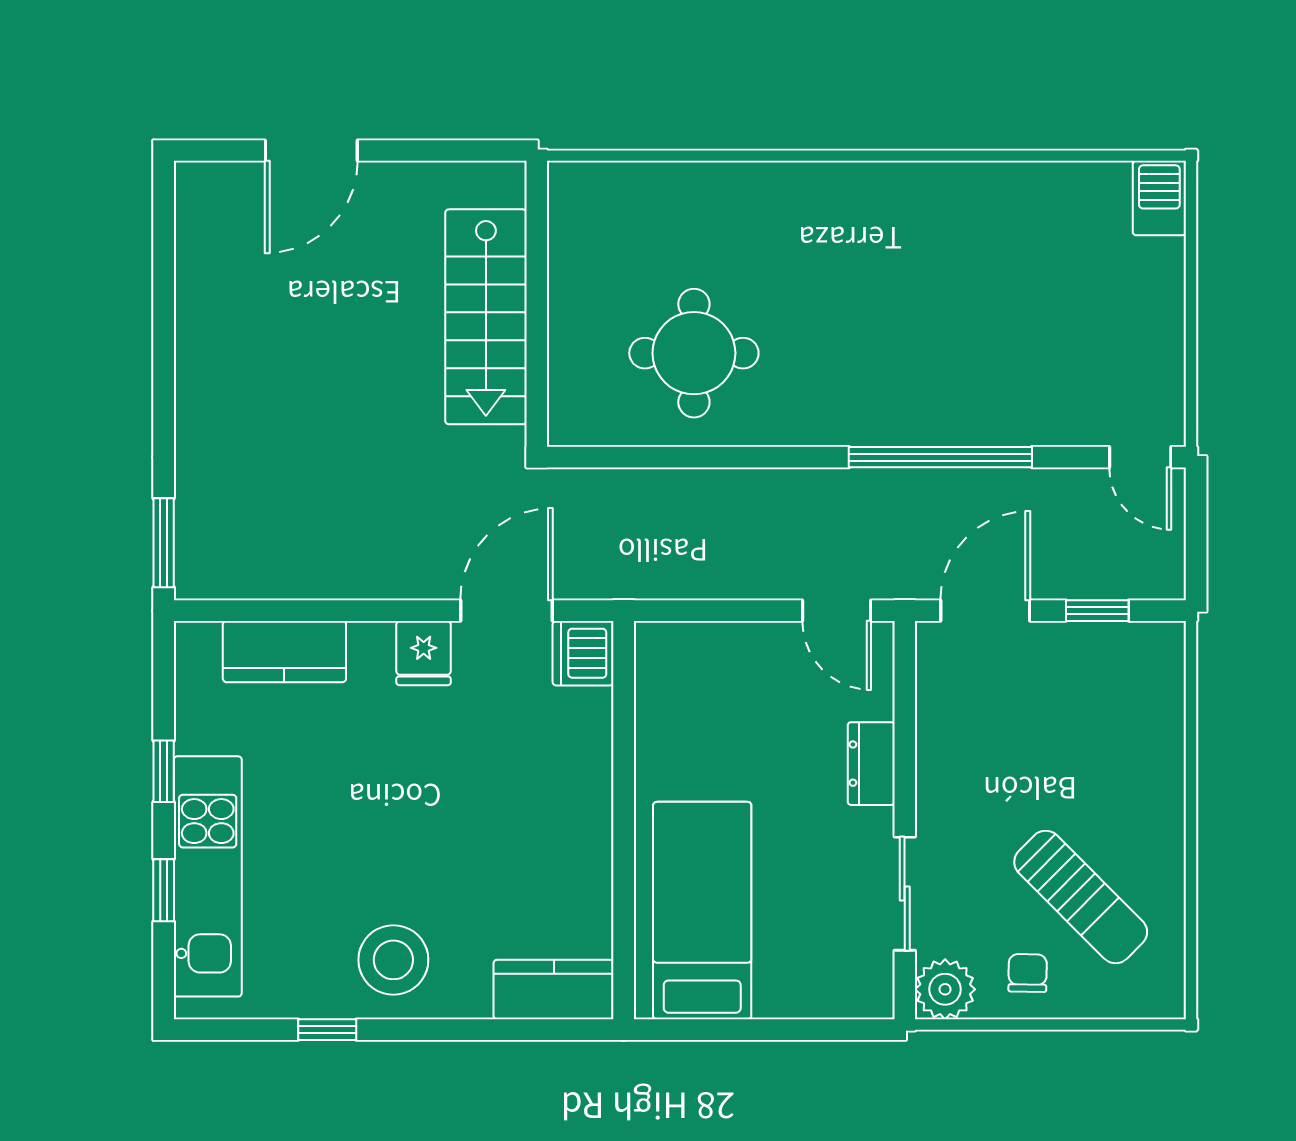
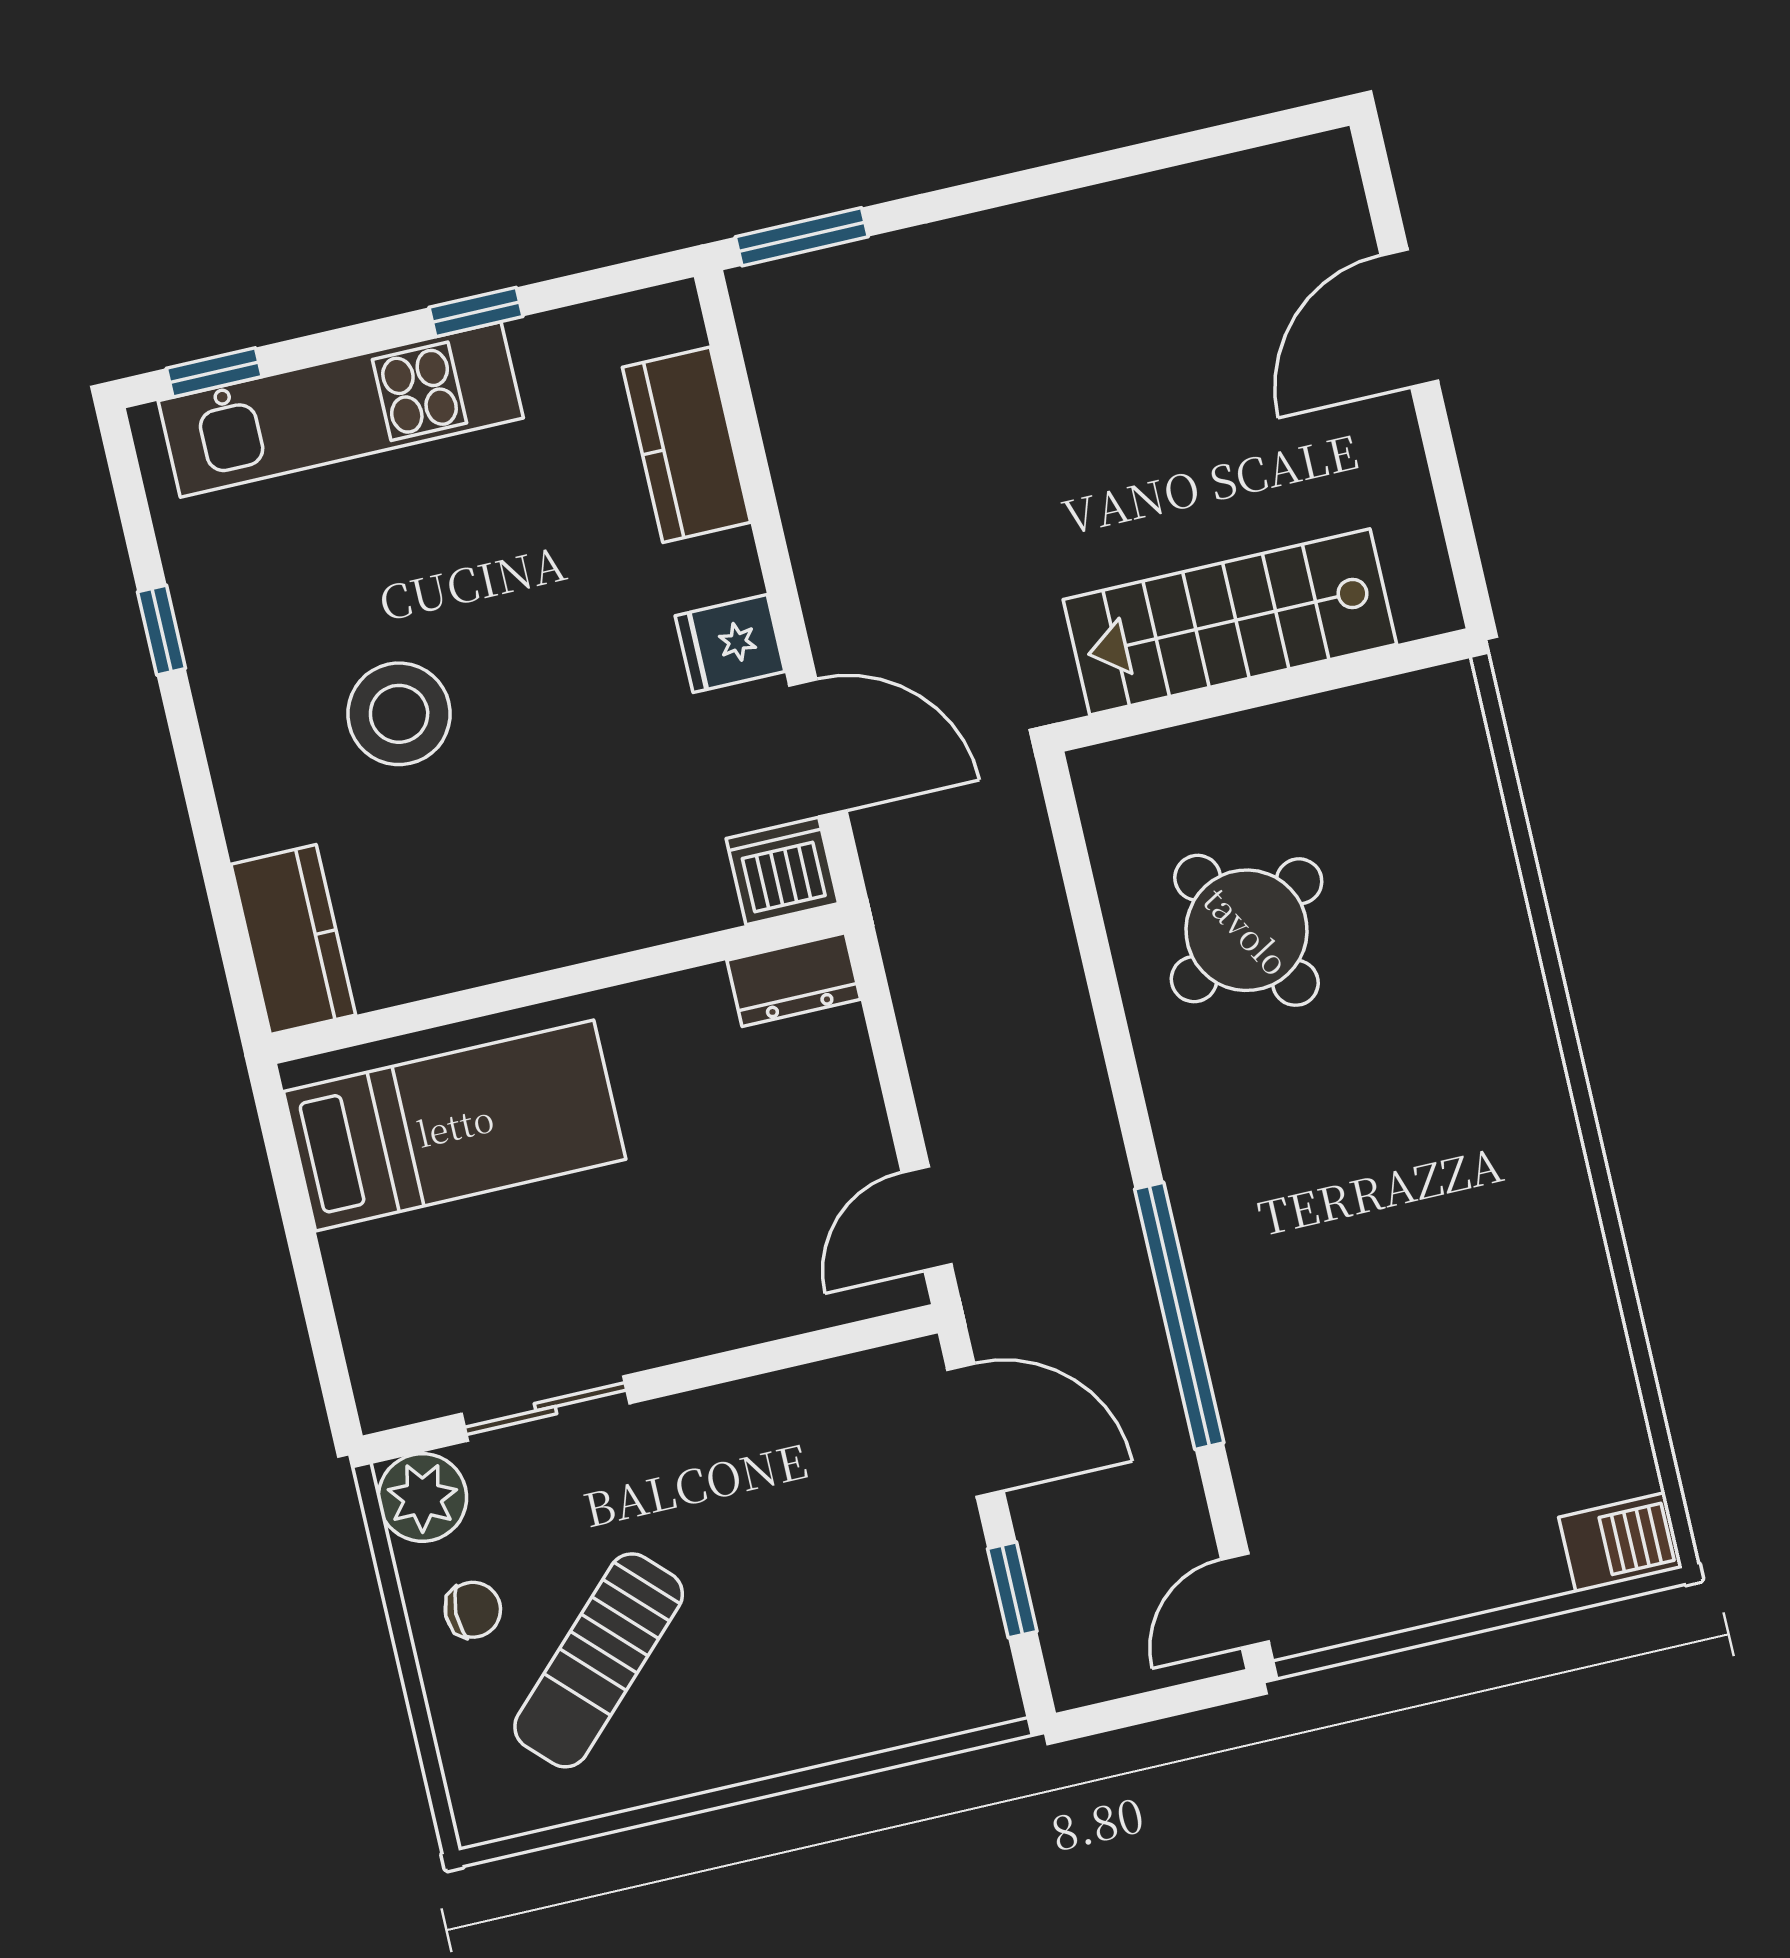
door: (311, 151) -> (1409, 318), hinge flipped
round table: (694, 353) -> (1247, 930), turned -30
dresser: (871, 764) -> (794, 980), moved, turned 180
window: (164, 890) -> (214, 372), moved
stool: (393, 960) -> (399, 714), moved

